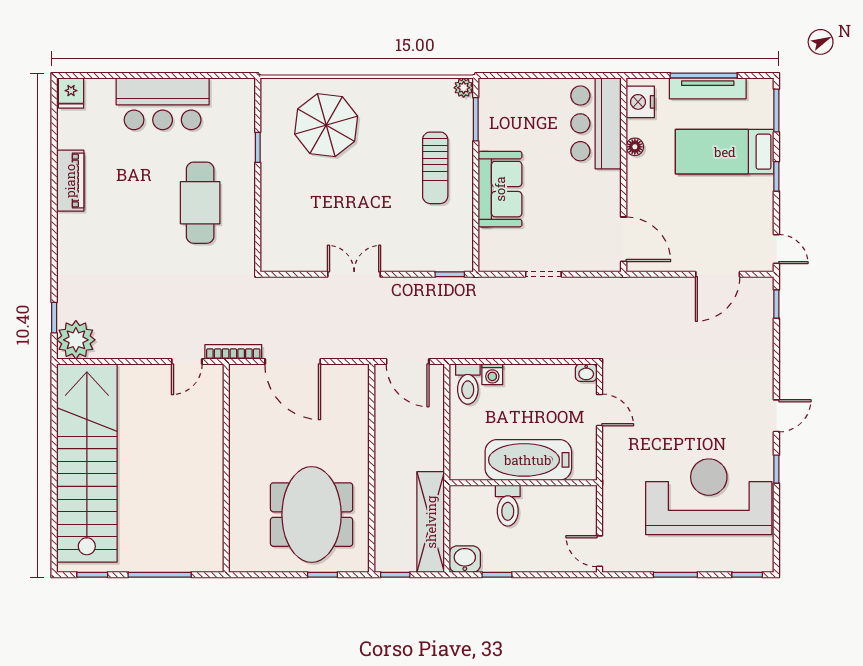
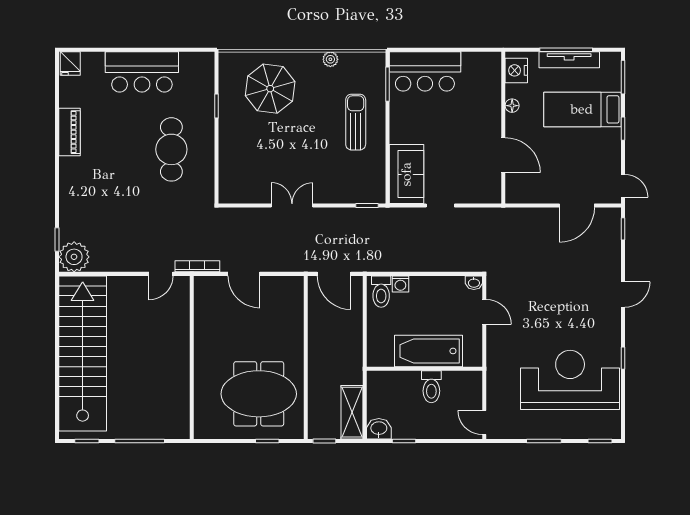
plant: (464, 88) -> (330, 59), moved
bar counter: (596, 123) -> (425, 71), moved, turned -90
sun lounger: (435, 168) -> (356, 122), turned 180
sofa: (500, 189) -> (406, 174), moved
door: (624, 239) -> (503, 155), moved
door: (293, 362) -> (244, 274), width x0.73
door: (776, 416) -> (623, 294), moved
toilet: (508, 506) -> (431, 387), moved
meeting table: (312, 515) -> (259, 394), turned 90
shelving: (431, 522) -> (352, 412), width x0.68

